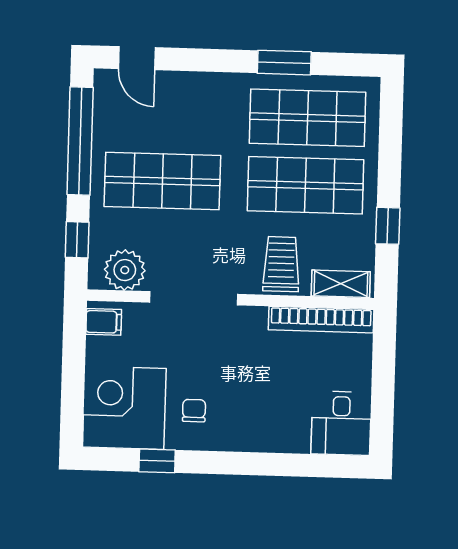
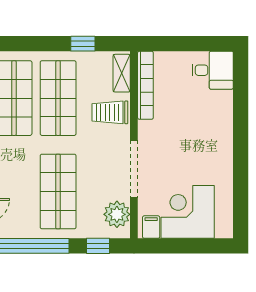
corner desk: (124, 408) -> (188, 212), moved, turned 90
chair: (194, 411) -> (207, 166), removed
window: (157, 461) -> (241, 190), removed

